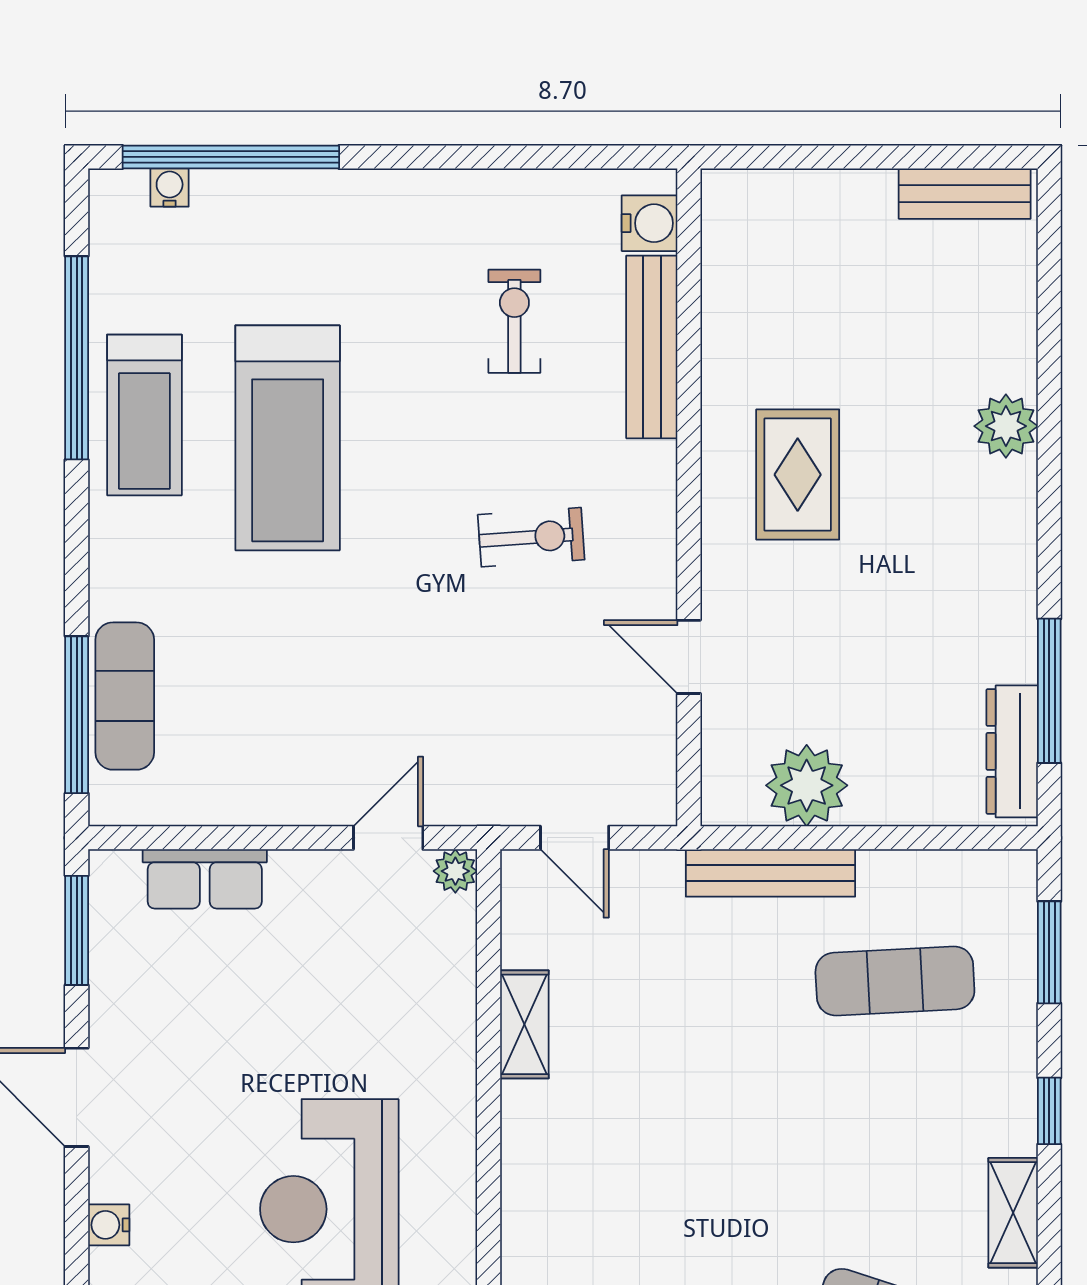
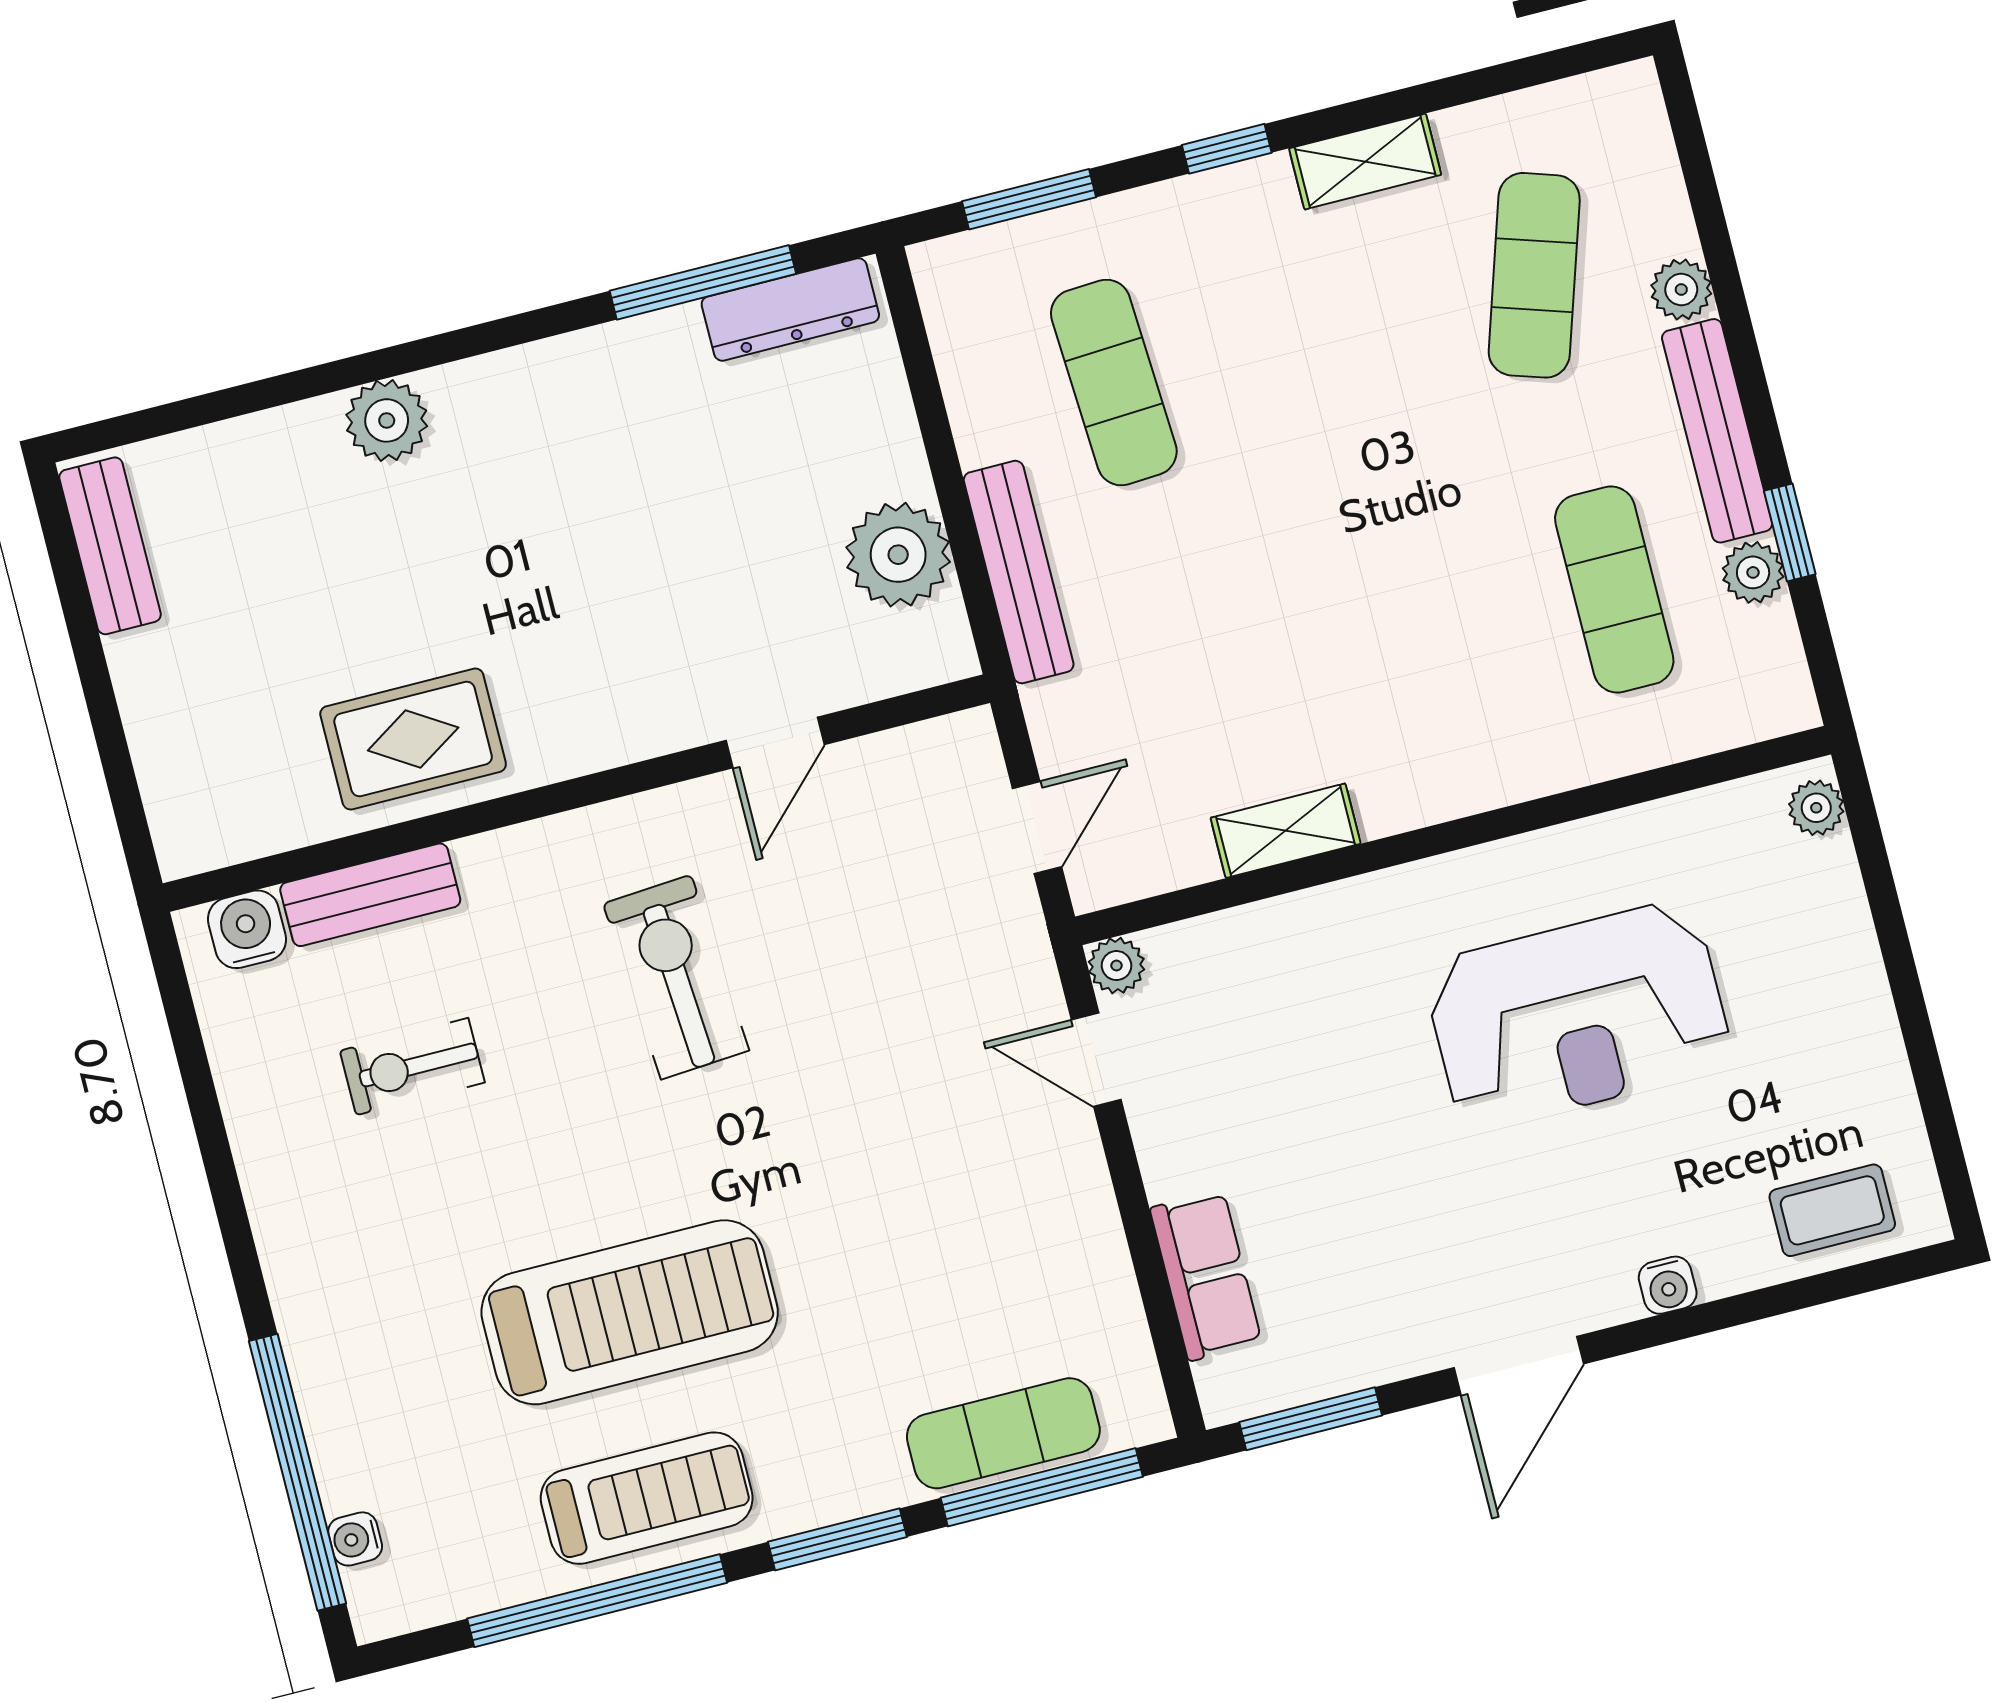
bench: (652, 347) -> (370, 895), width x0.73
rug: (798, 475) -> (413, 739), moved
exercise bike: (531, 537) -> (676, 977), width x1.38, depth x1.39
window: (77, 551) -> (837, 1539), added

